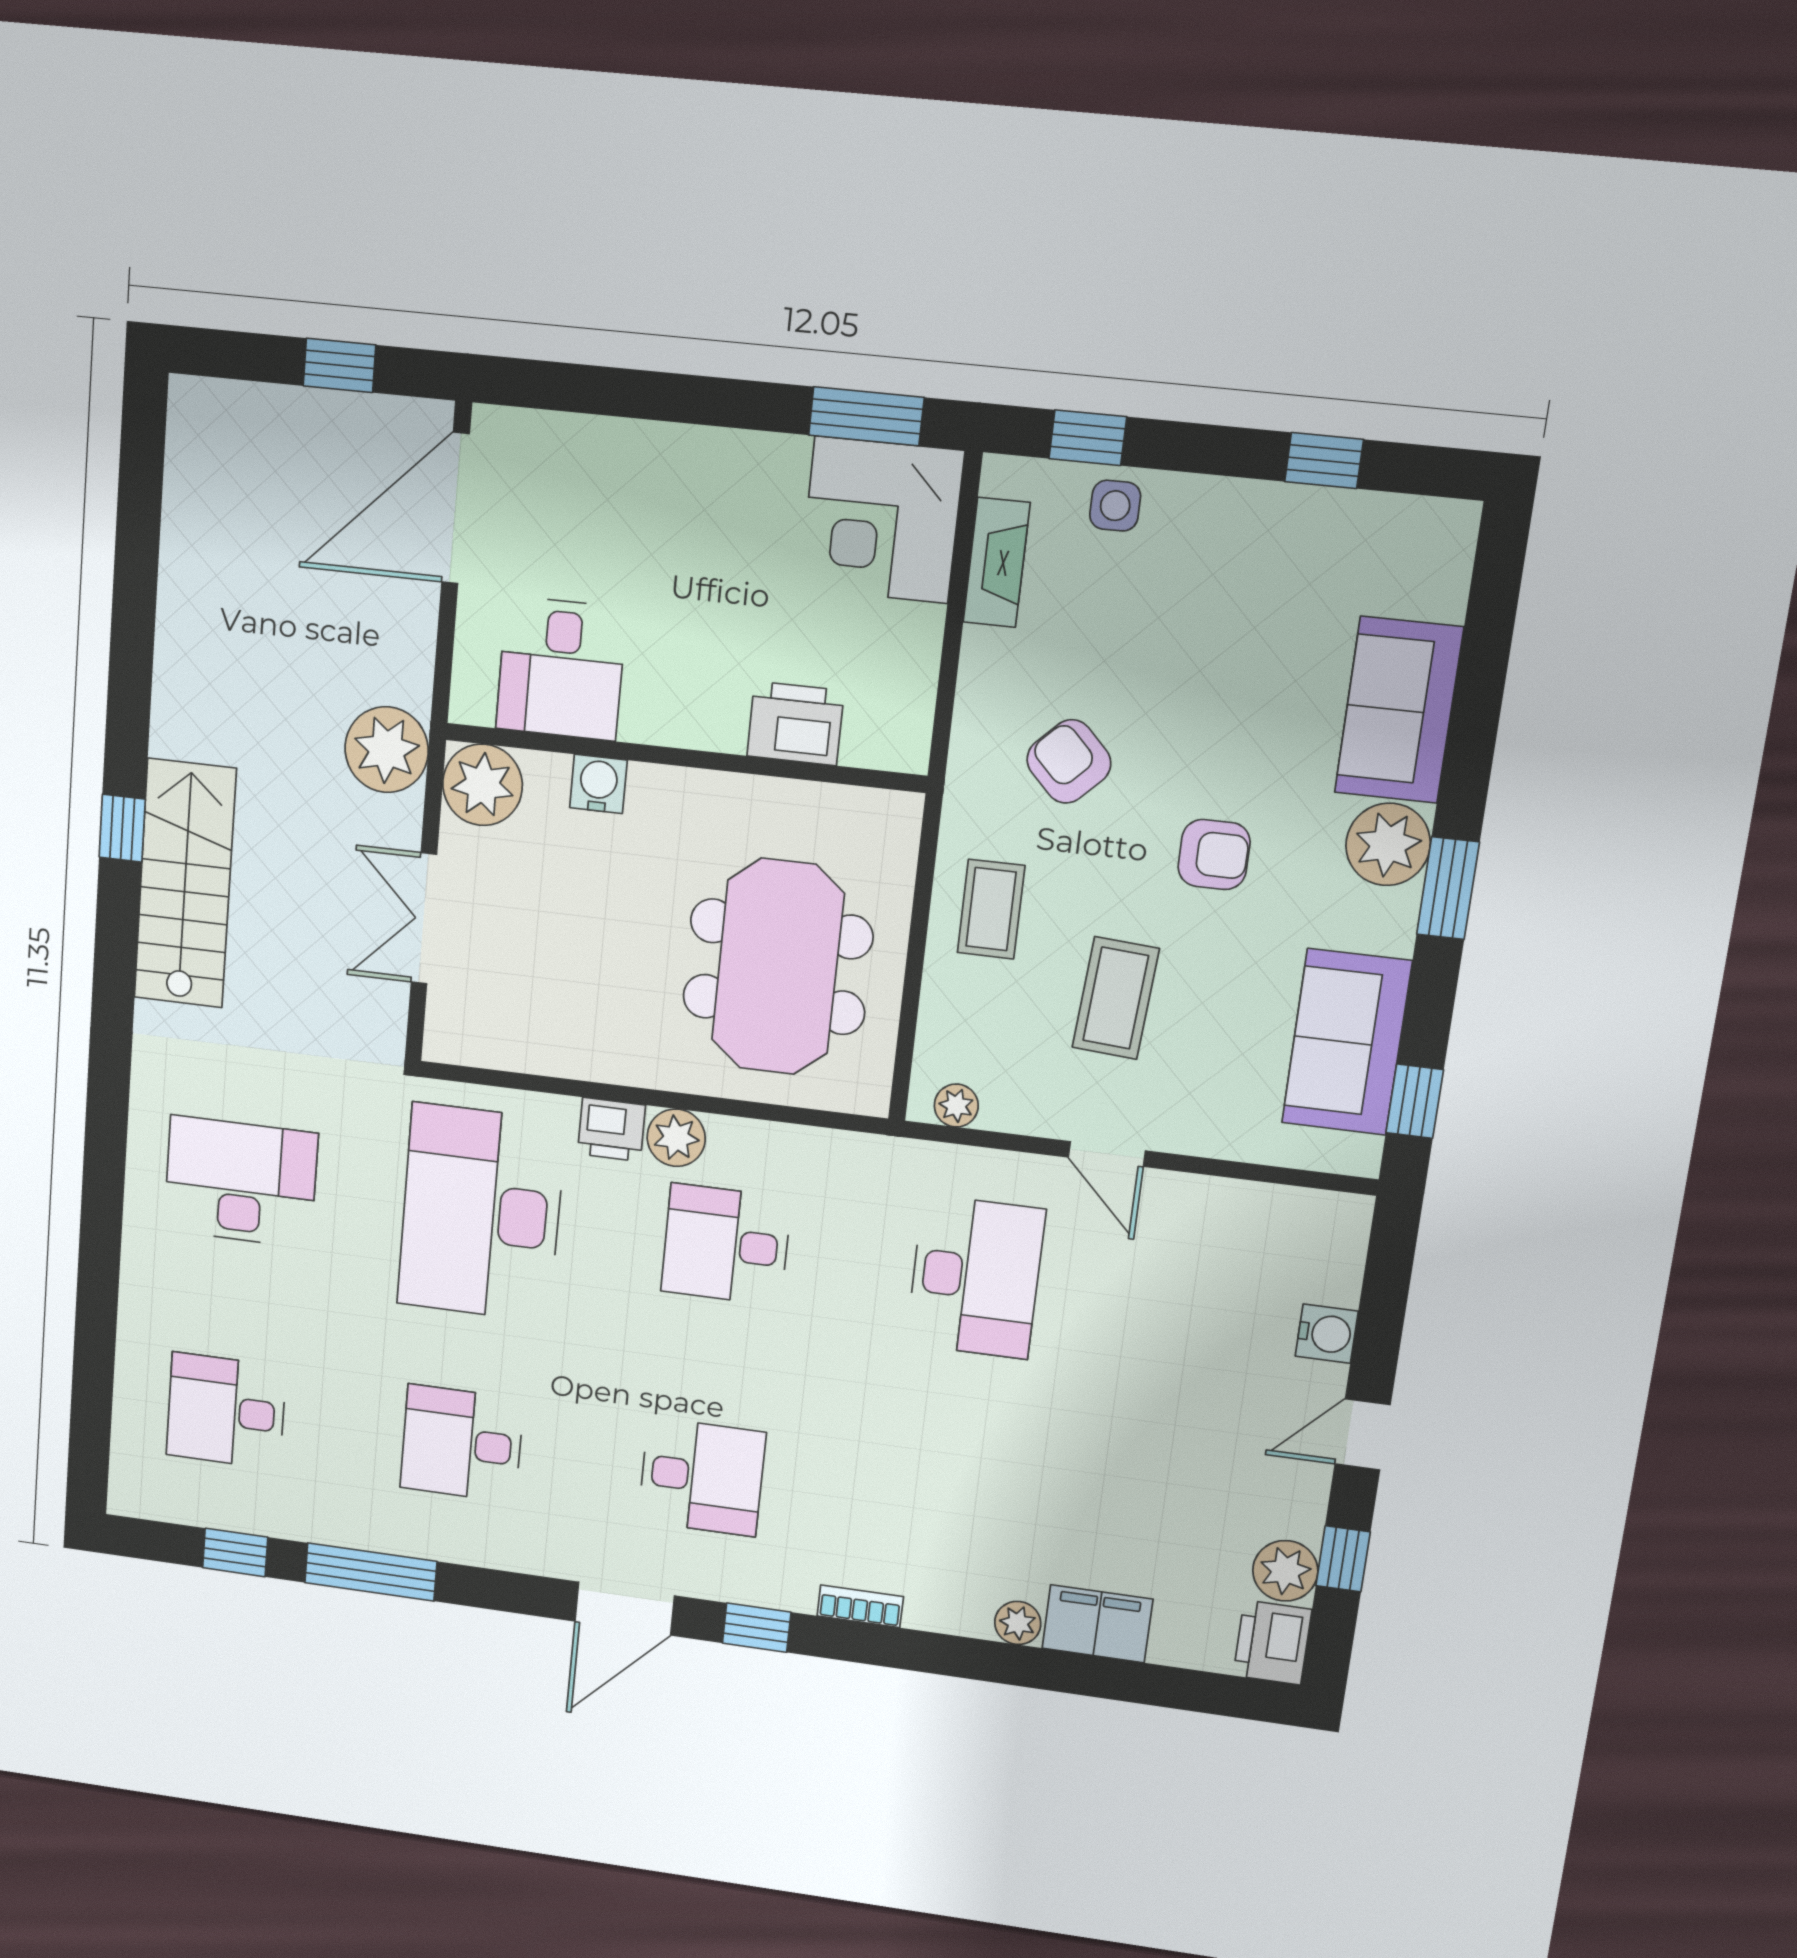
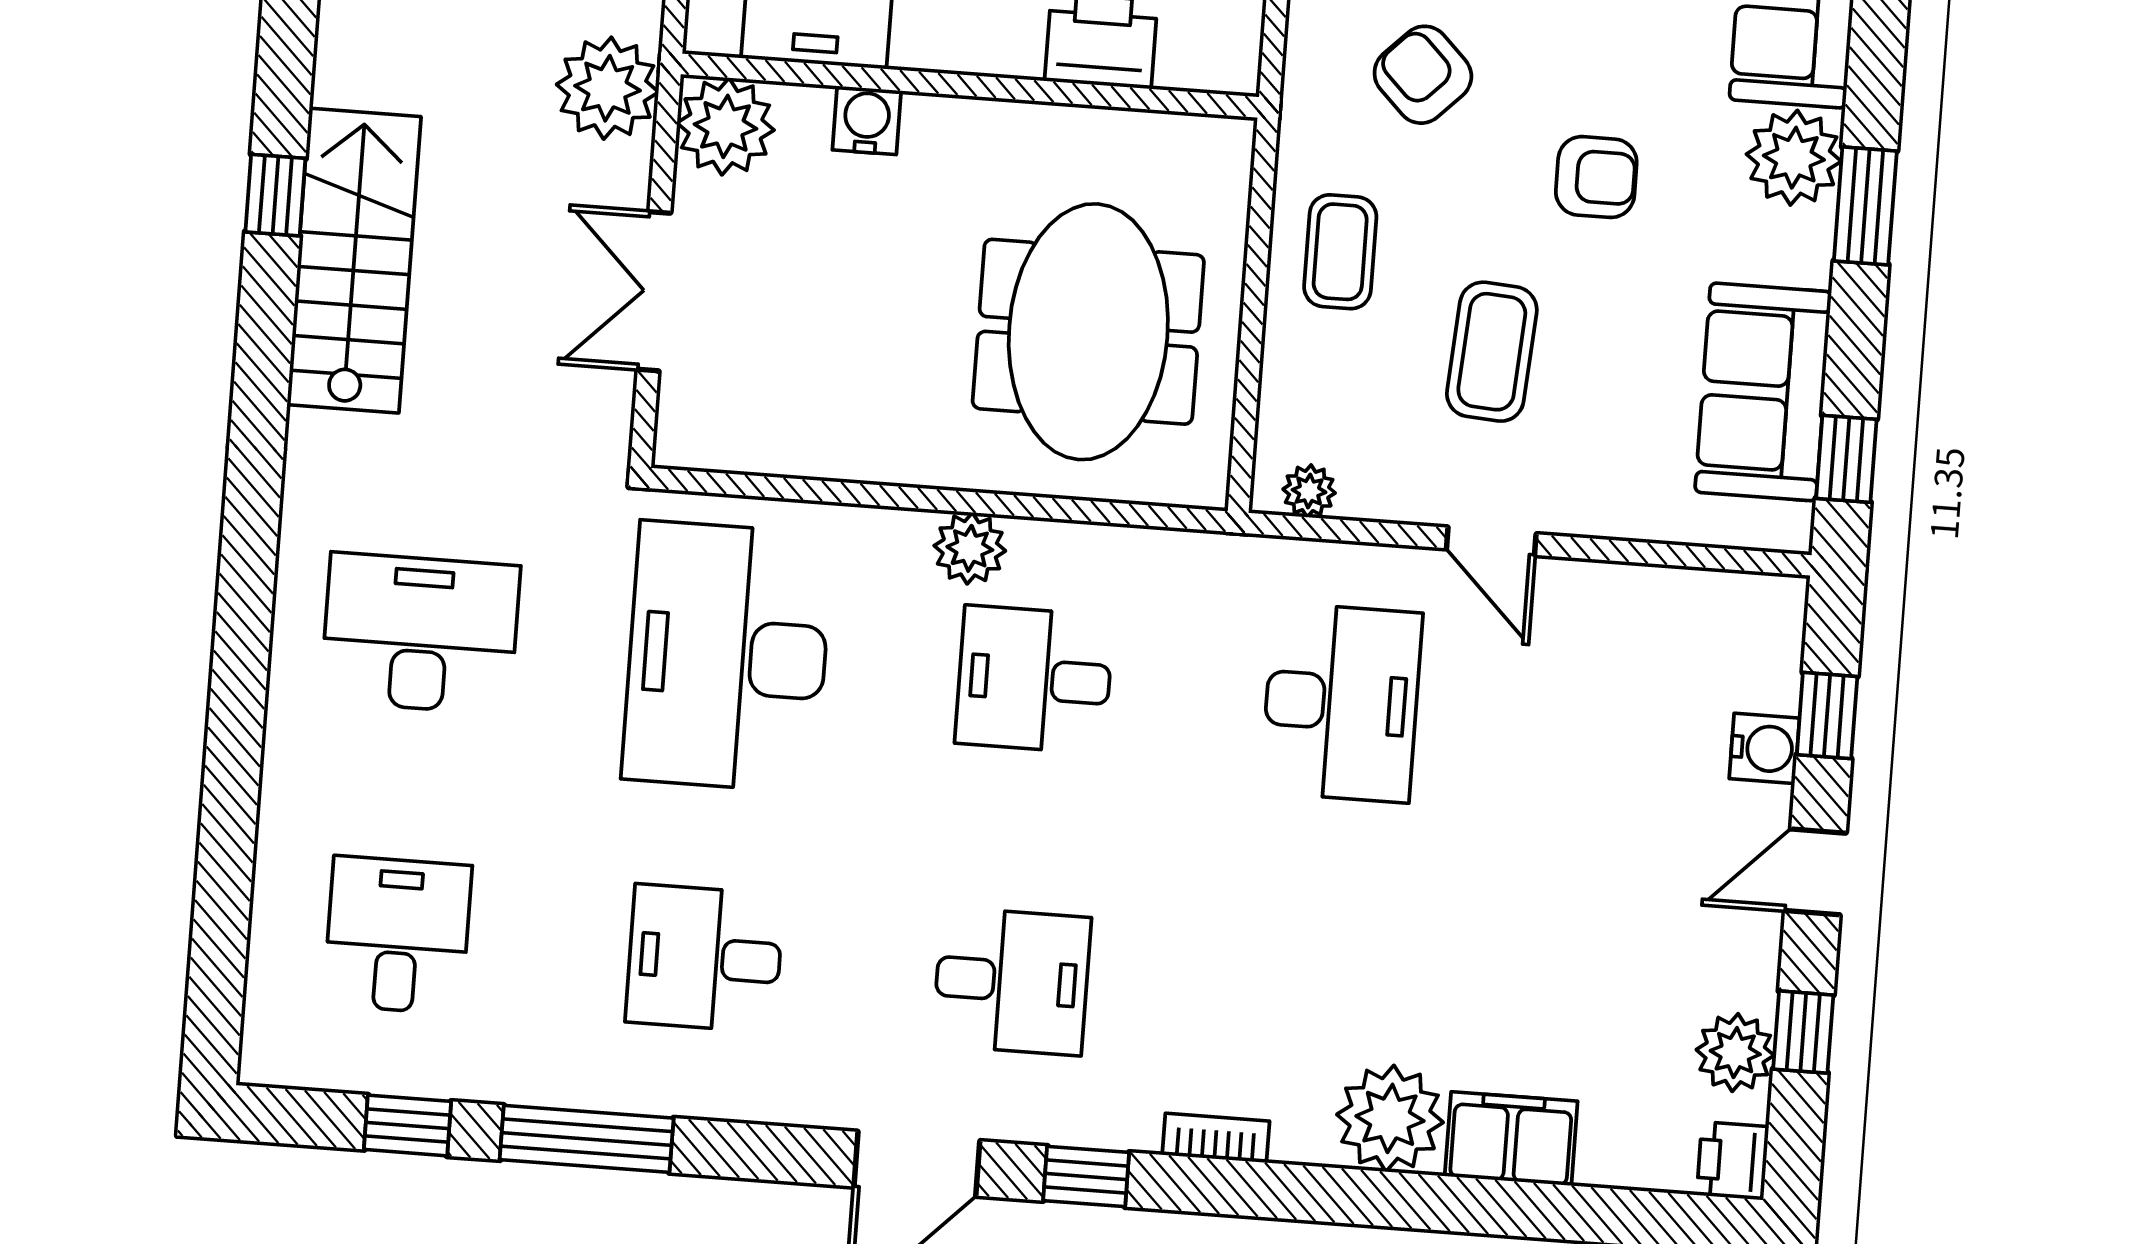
printer: (611, 1129) -> (889, 542), removed
window: (1382, 1310) -> (1827, 716), added
desk: (226, 1411) -> (398, 935), turned 90
plant: (1018, 1623) -> (1390, 1118), width x1.88, depth x1.88
printer: (1272, 1643) -> (1733, 1161), width x0.73, depth x0.81

